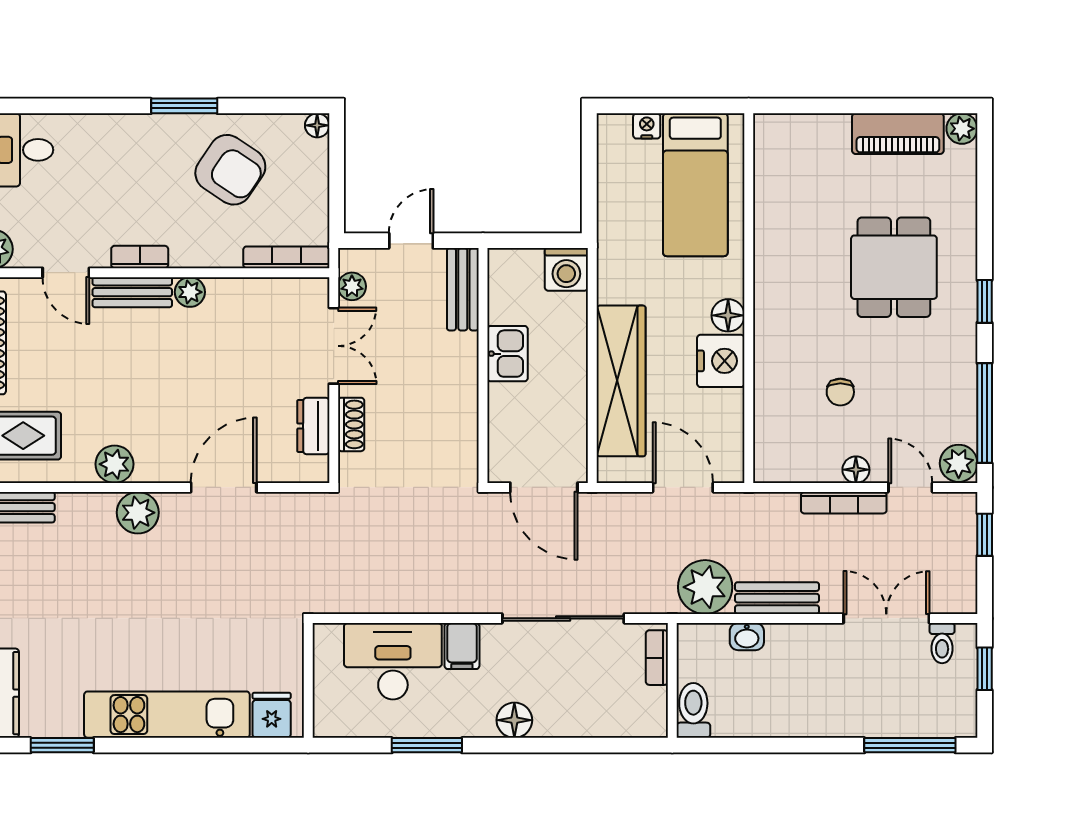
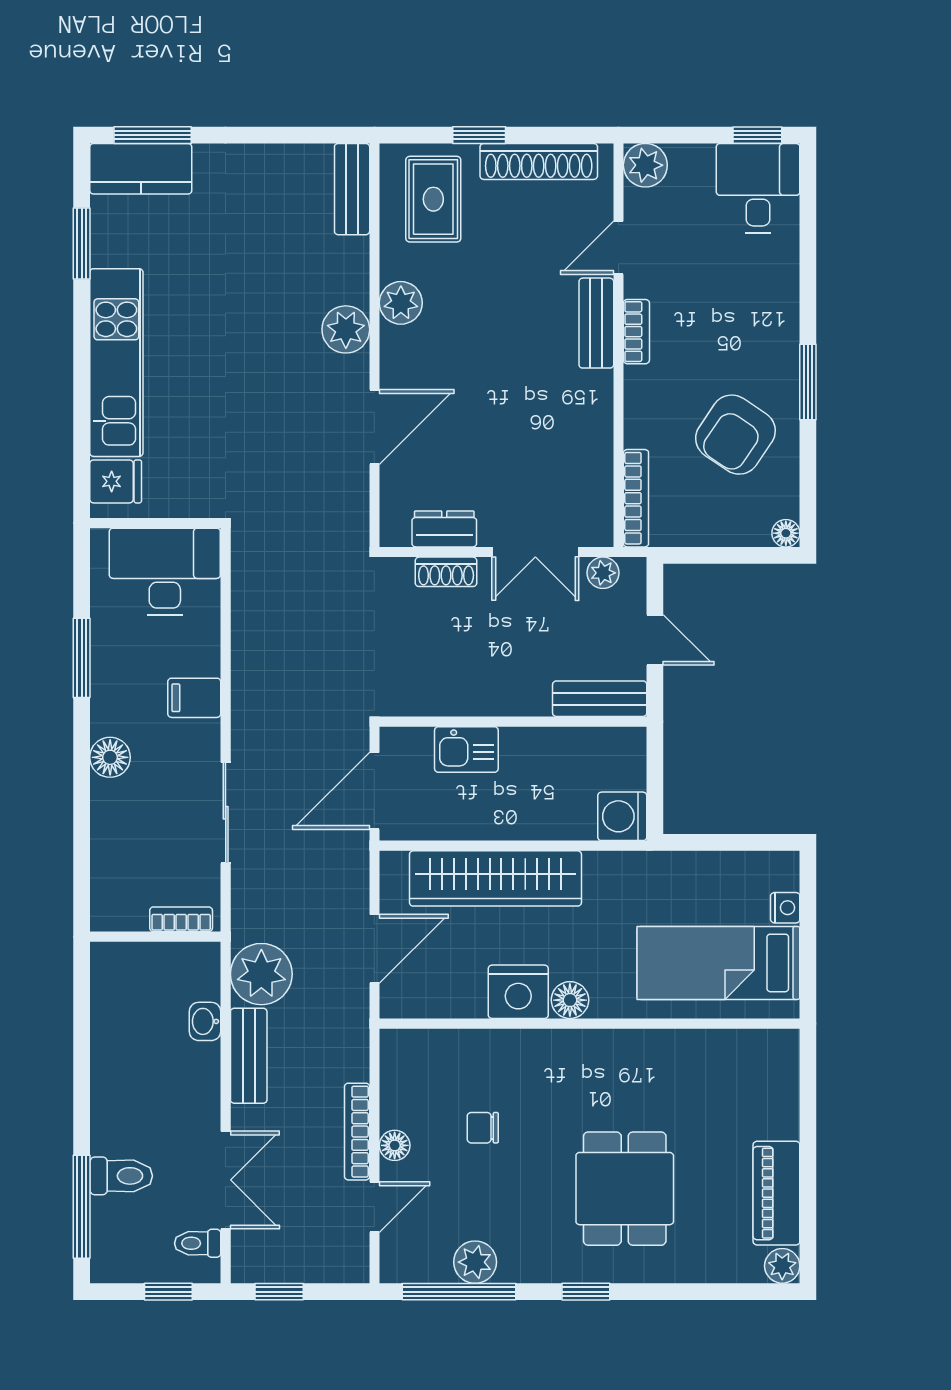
dining table: (894, 267) -> (625, 1189), turned 90
plant: (190, 292) -> (597, 389), removed
kitchen sink: (508, 354) -> (466, 749), moved
plant: (959, 463) -> (475, 1262), moved
door: (224, 487) -> (374, 427), hinge flipped
window: (985, 535) -> (279, 1292), moved
sliding door: (563, 618) -> (226, 813), width x0.73
desk: (393, 661) -> (165, 572), moved, turned -90
toilet: (693, 710) -> (121, 1176), moved

